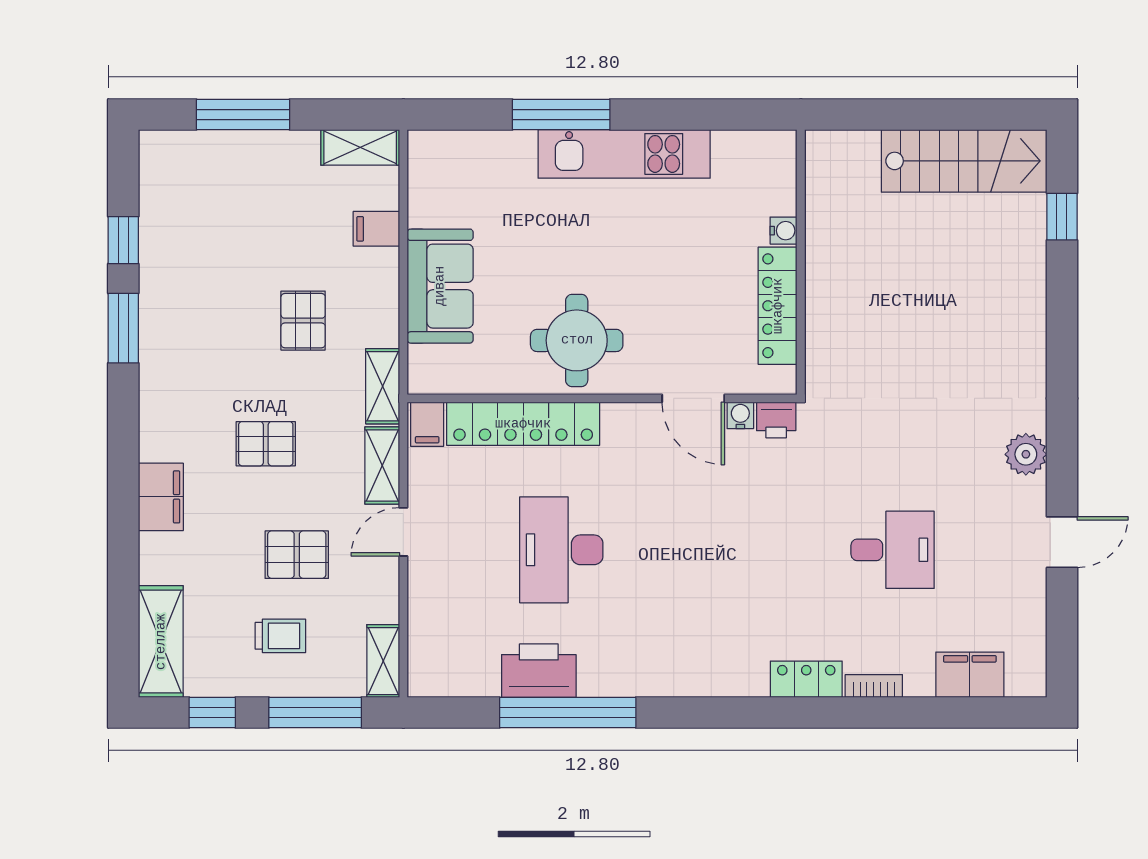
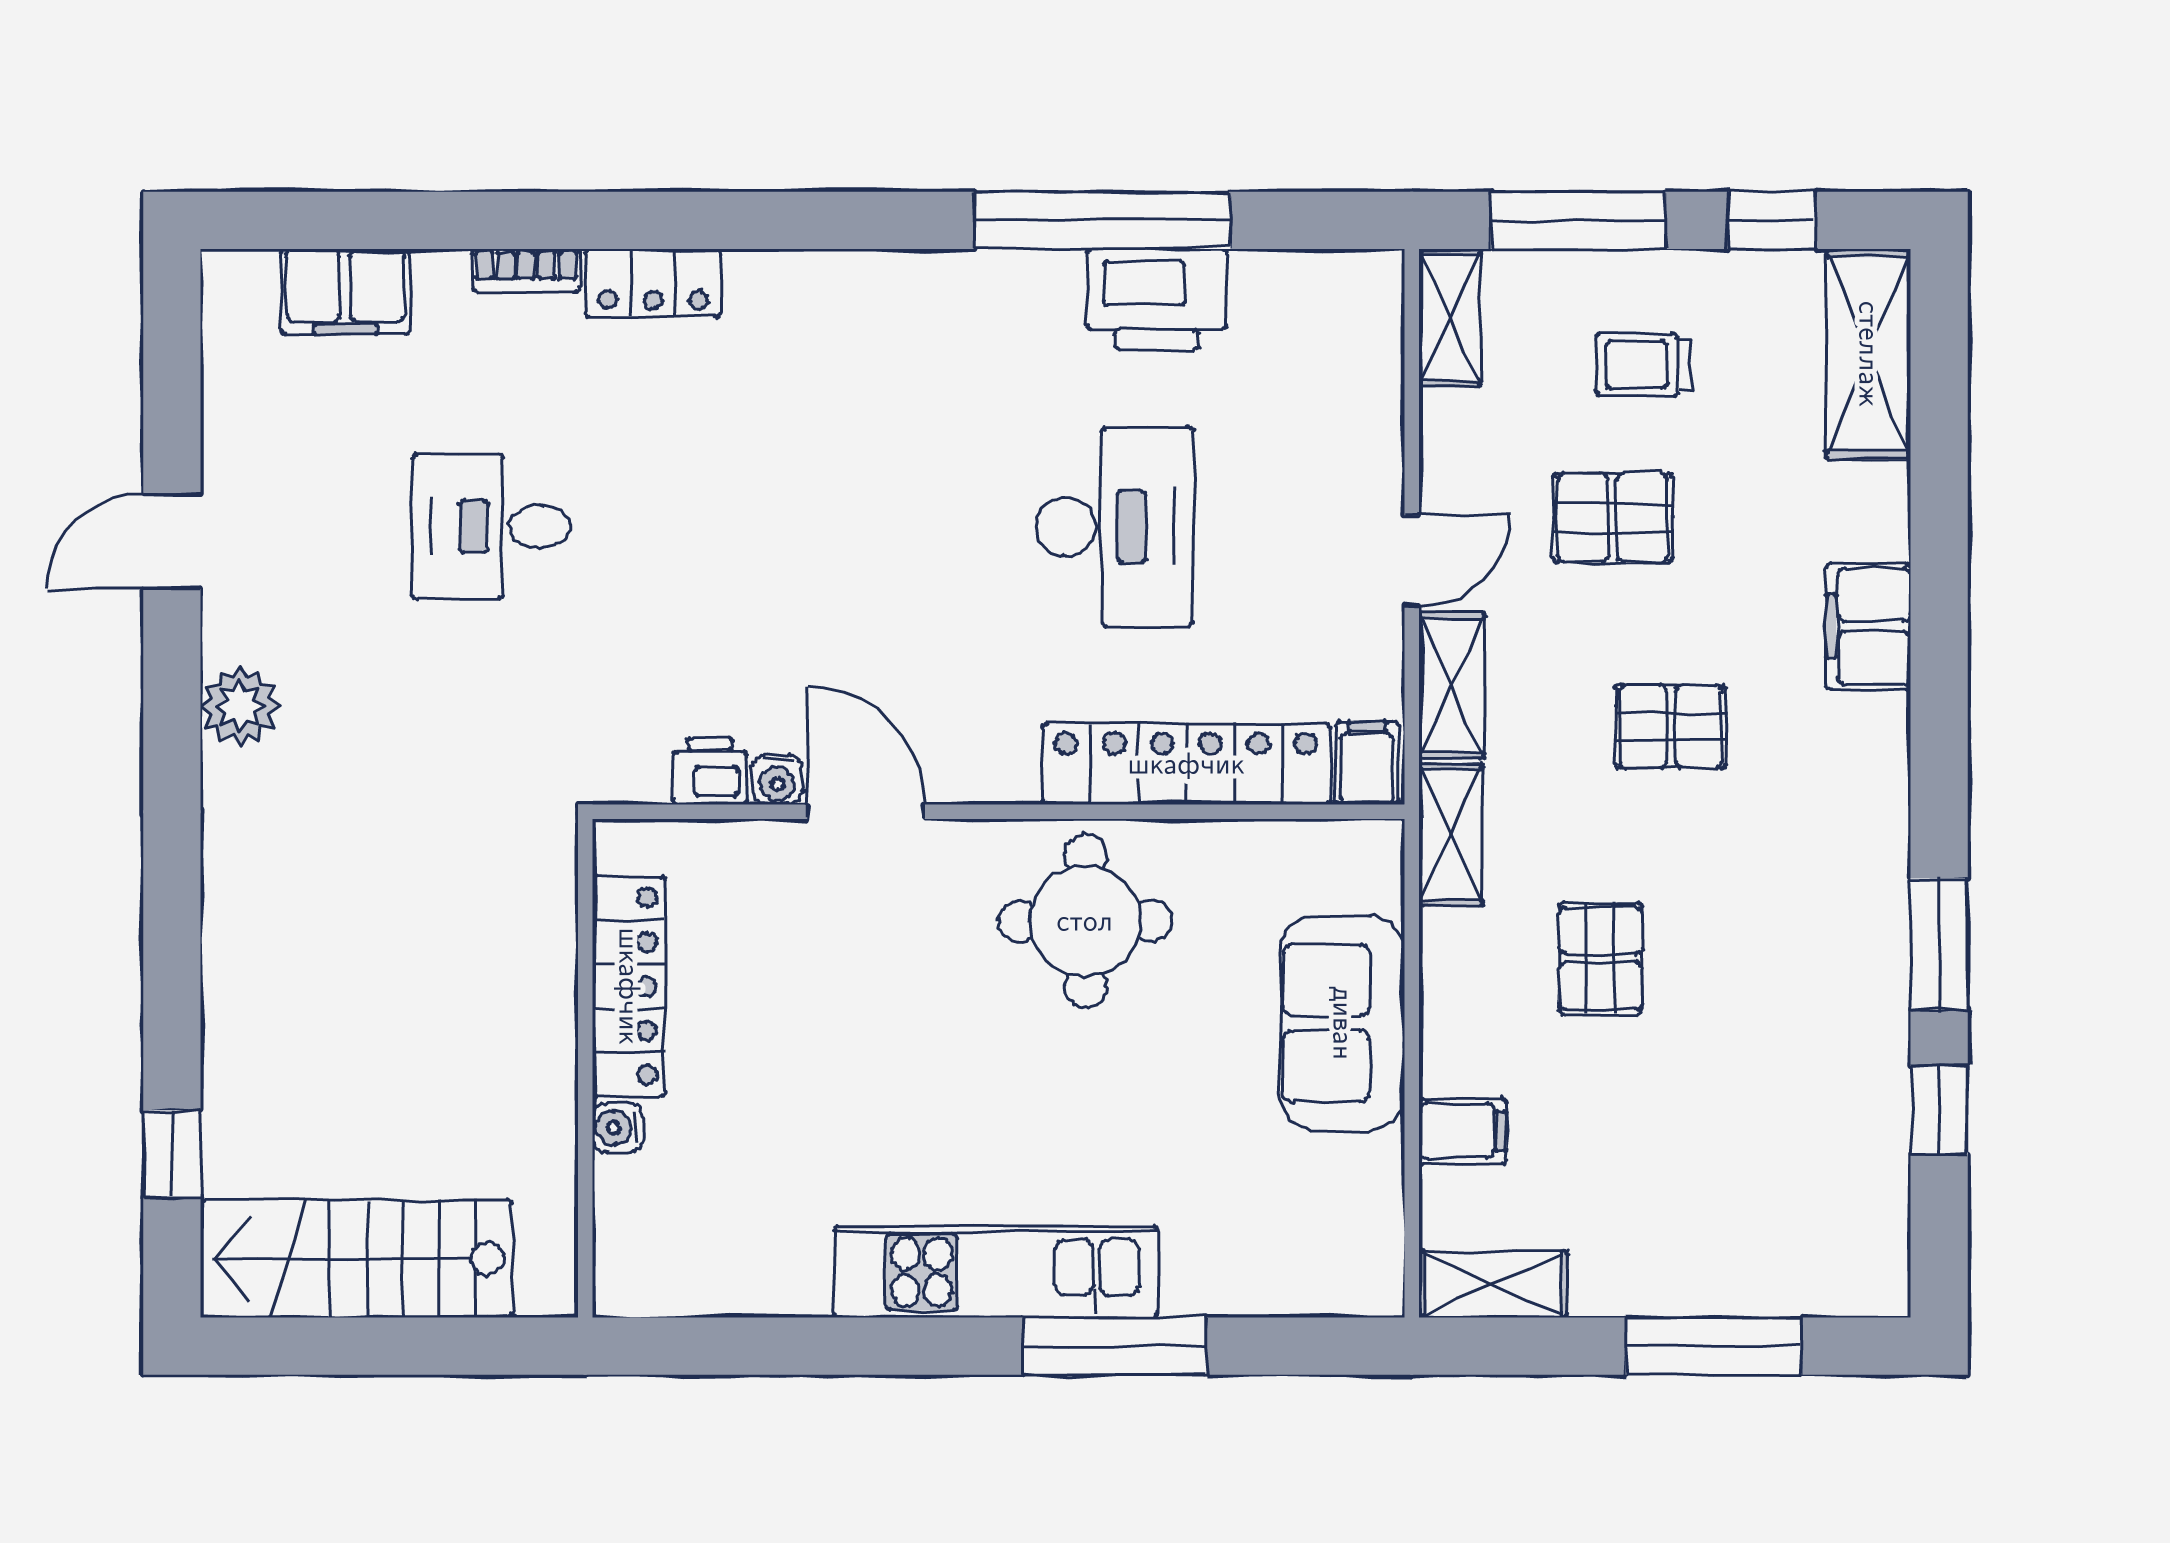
water cooler: (783, 231) -> (618, 1128), moved
wall: (801, 262) -> (585, 1068), moved
locker: (778, 306) -> (629, 986), moved

